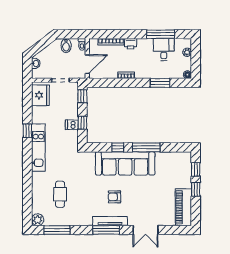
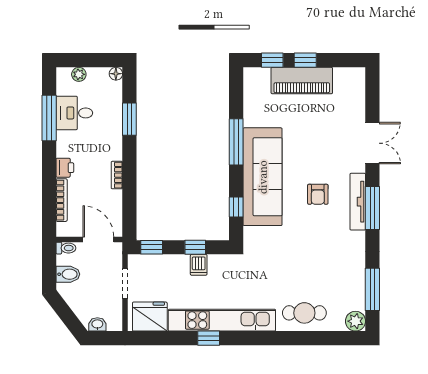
window: (118, 147) -> (236, 207), moved
kitchen unit: (38, 148) -> (222, 320), width x1.36
cafe table: (60, 194) -> (304, 313), moved
piano: (183, 207) -> (302, 81), moved

